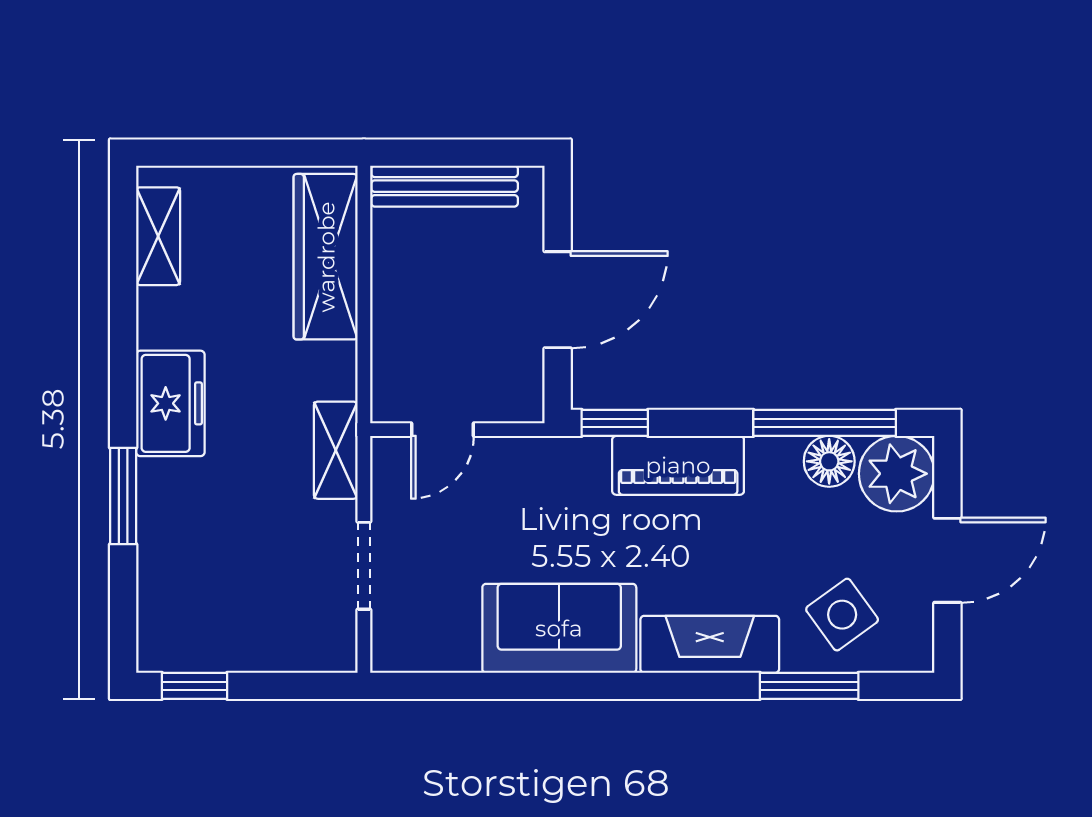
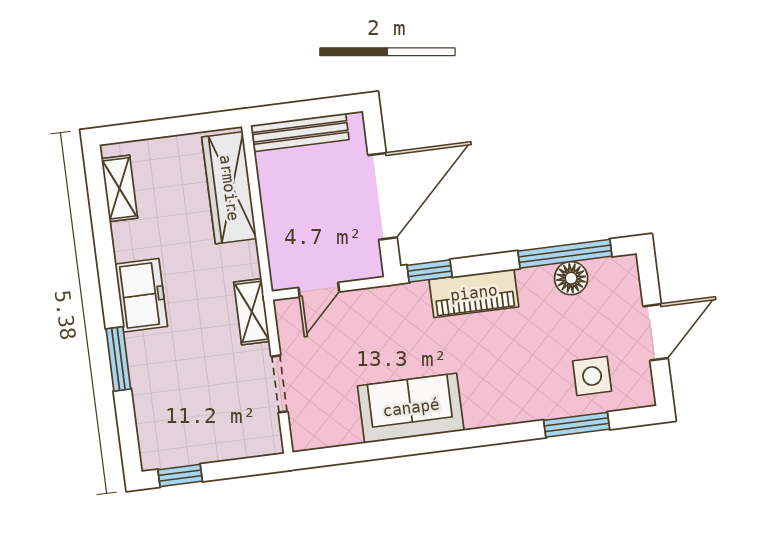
door: (558, 300) -> (383, 196), width x1.36
plant: (897, 474) -> (616, 281), removed
side table: (842, 615) -> (592, 376), turned 36
fireplace: (710, 644) -> (509, 406), removed

